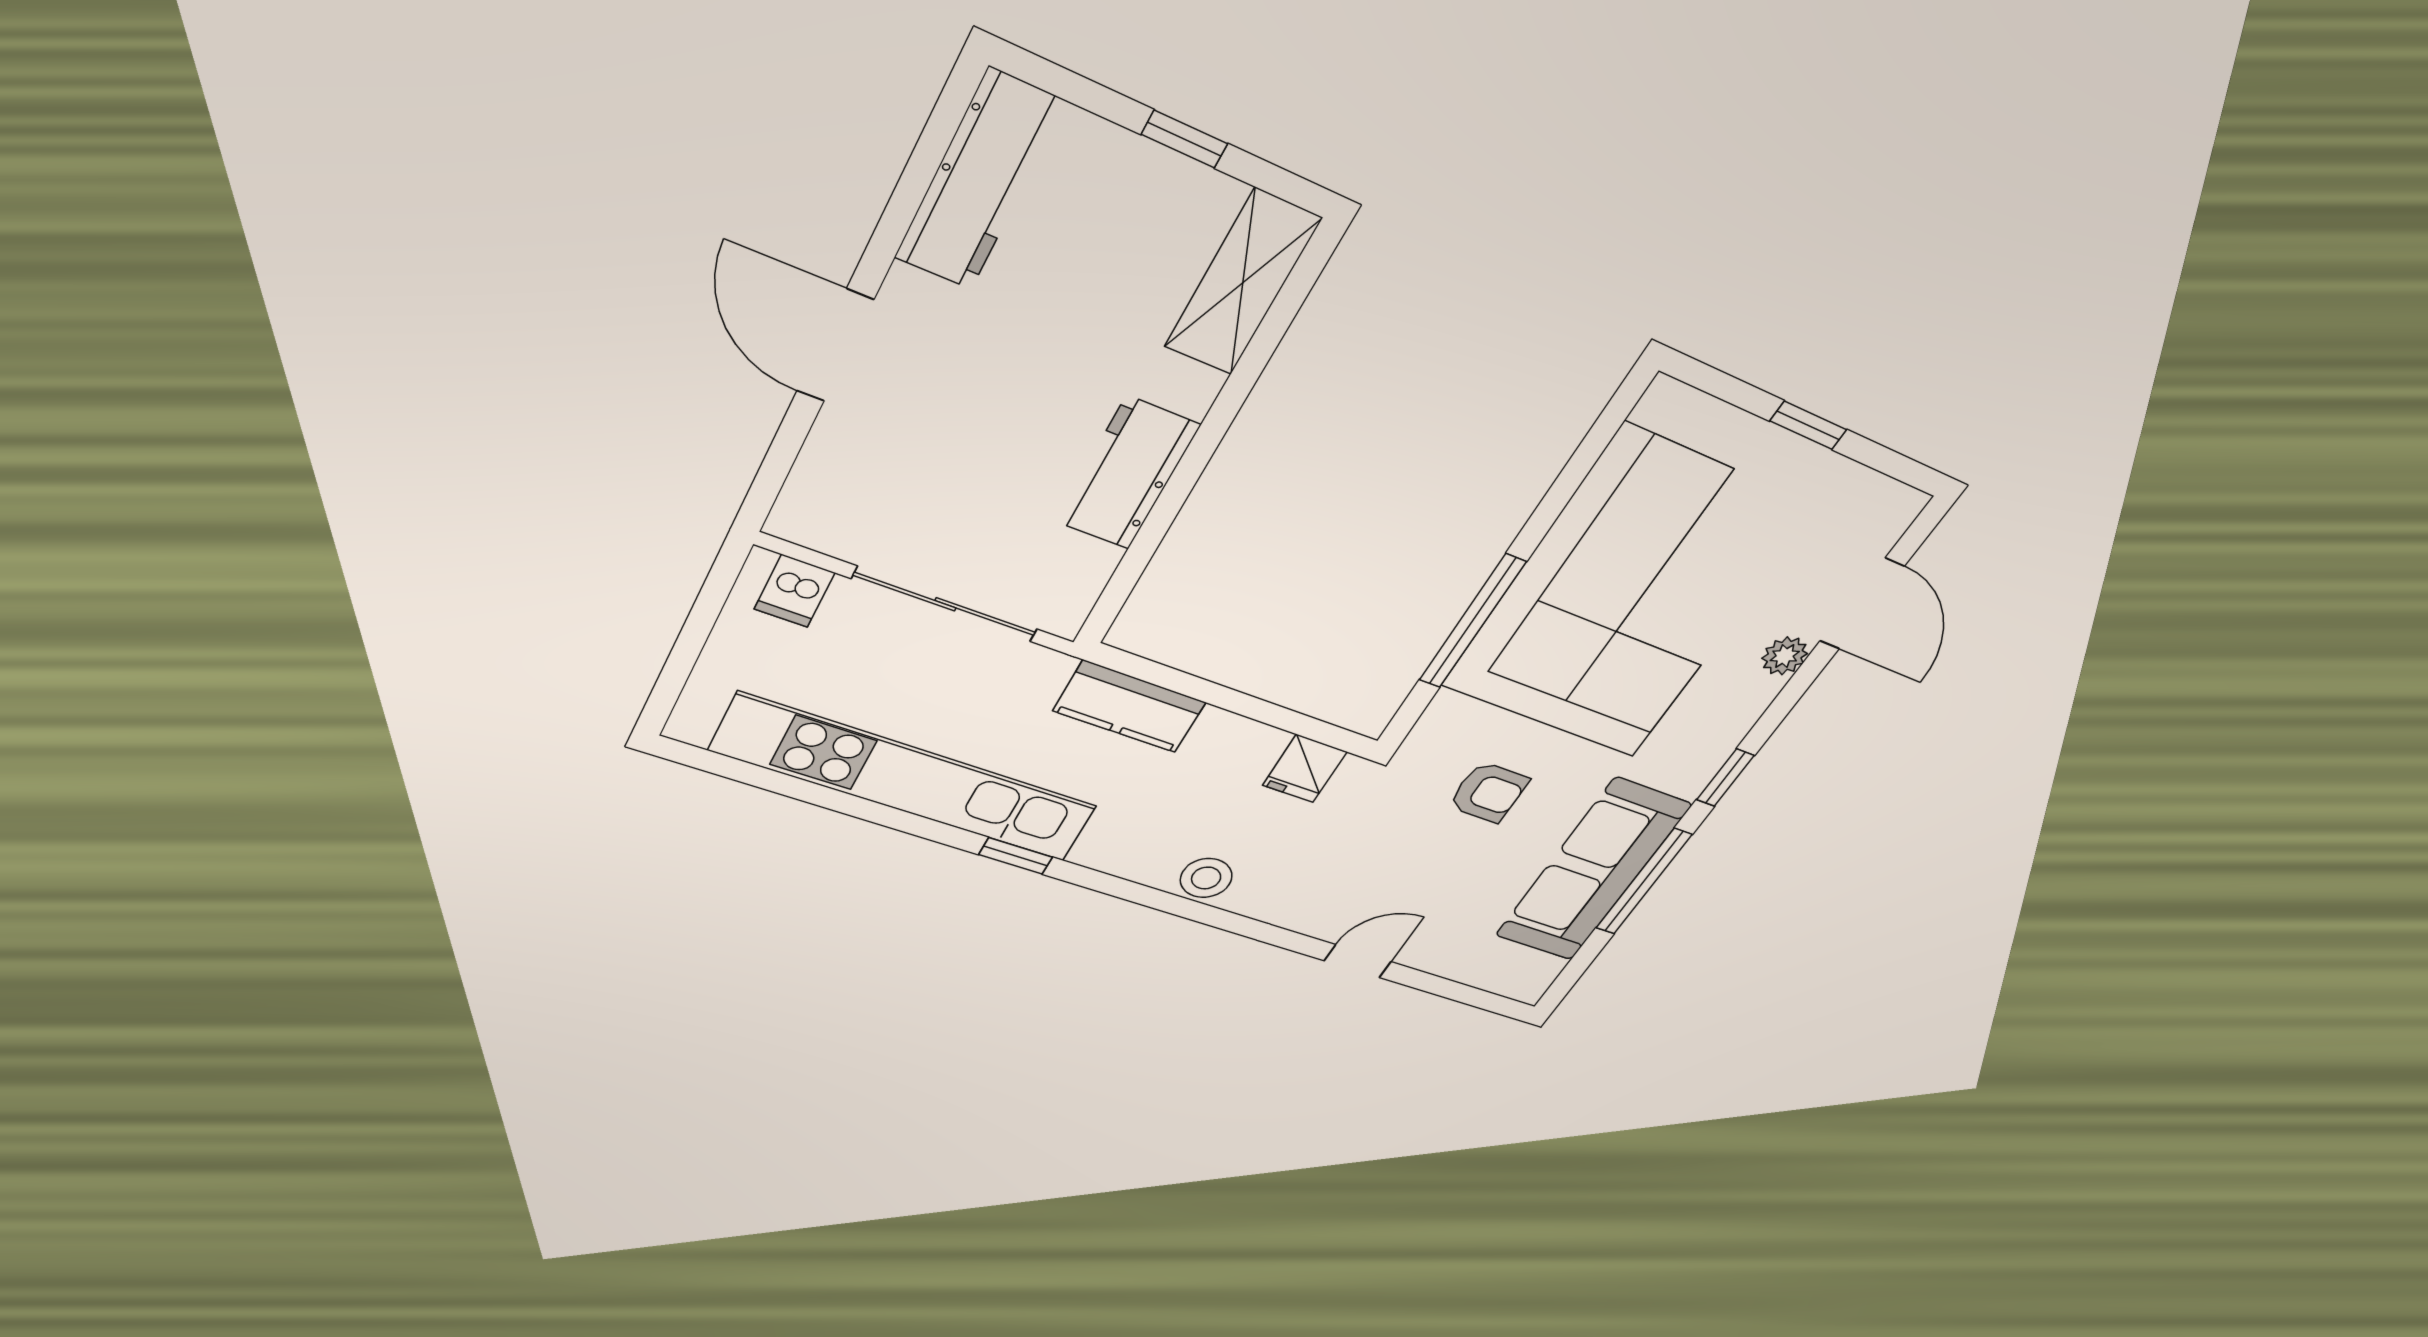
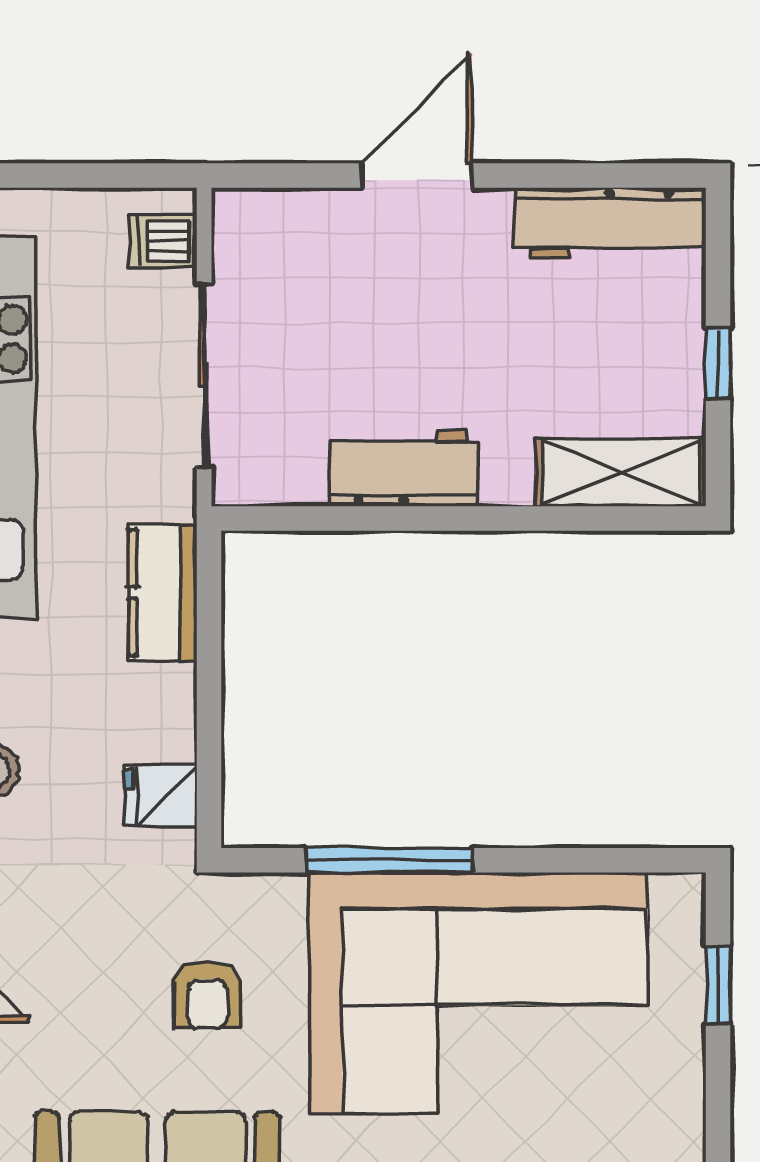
window: (1808, 425) -> (718, 985), moved

